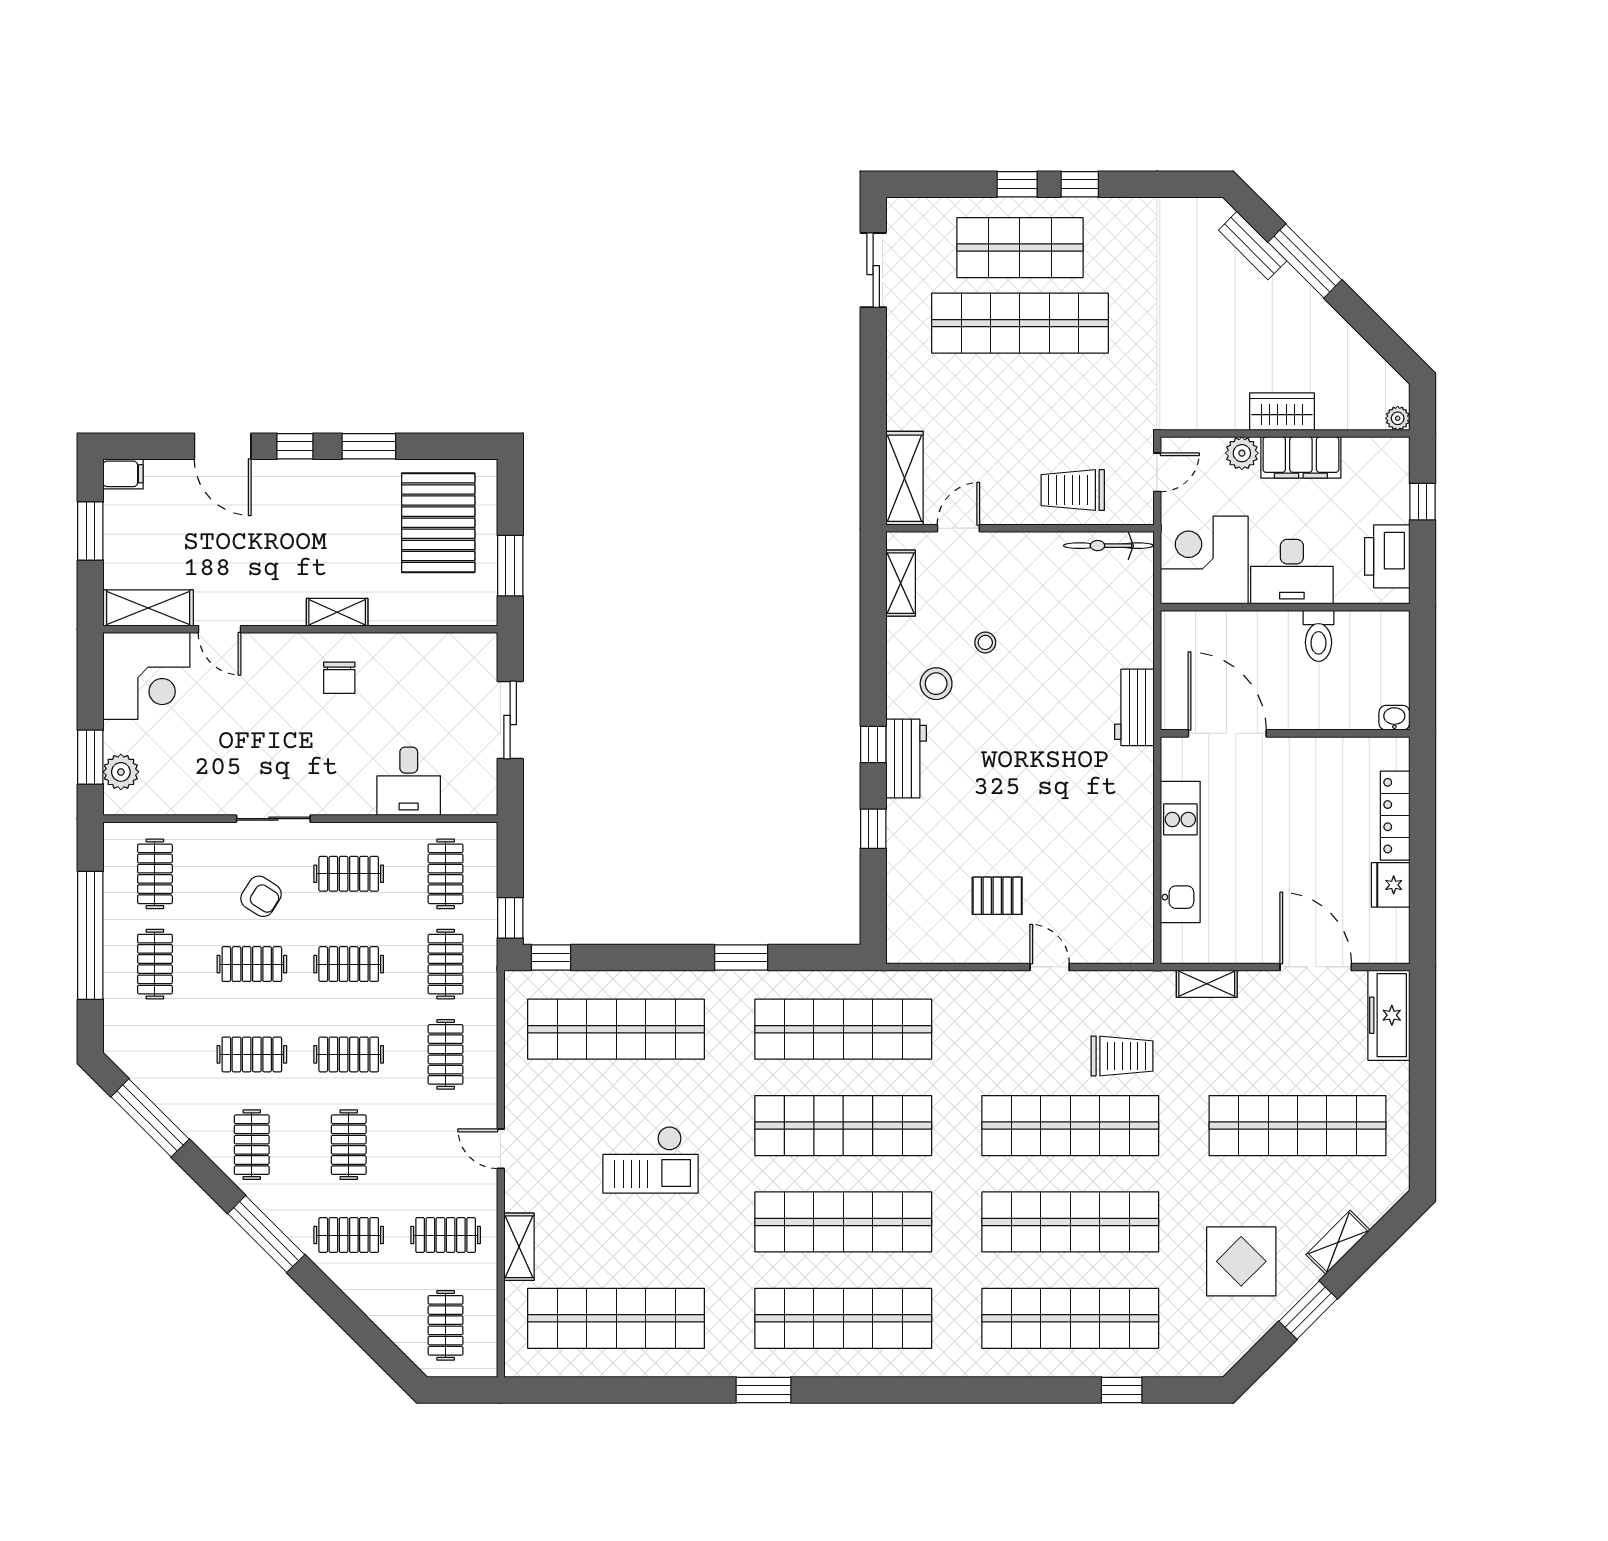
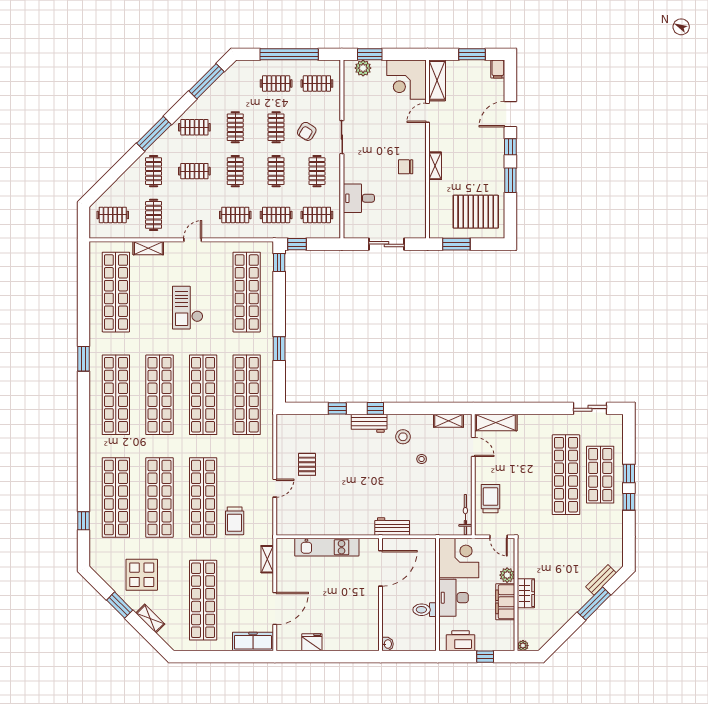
locker: (1395, 816) -> (343, 644), removed

